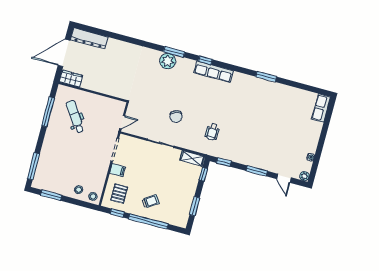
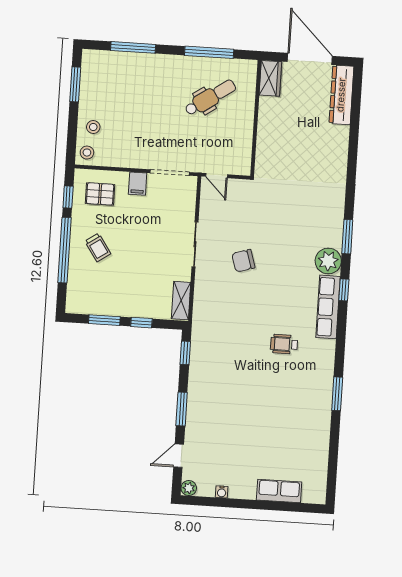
plant: (168, 61) -> (328, 261), moved
row of seats: (321, 108) -> (279, 491), moved
wheelchair: (212, 132) -> (284, 344), moved
window: (33, 166) -> (133, 47), moved
window: (203, 174) -> (141, 323), moved

